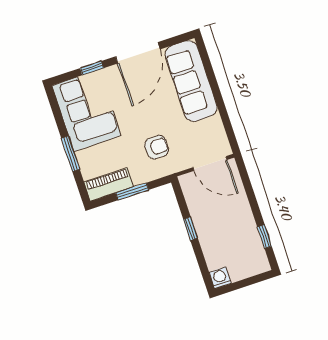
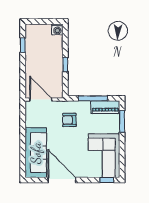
door: (138, 53) -> (62, 180), hinge flipped
window: (92, 68) -> (107, 180), moved
window: (70, 154) -> (122, 121), moved
window: (132, 191) -> (93, 98), width x1.44

